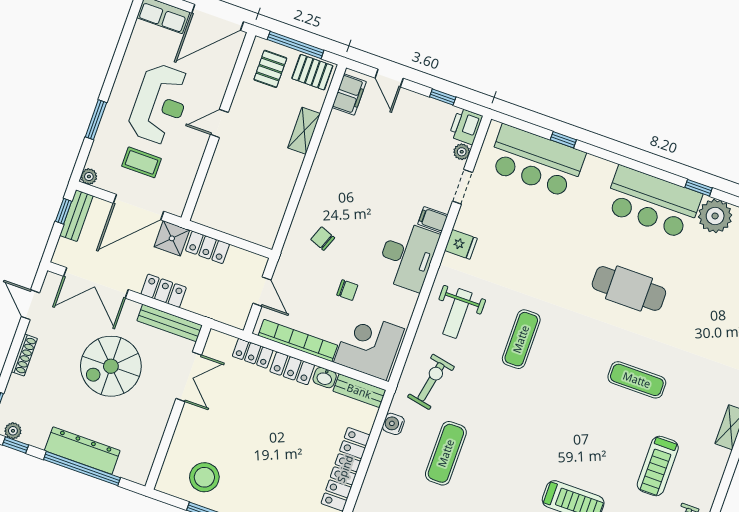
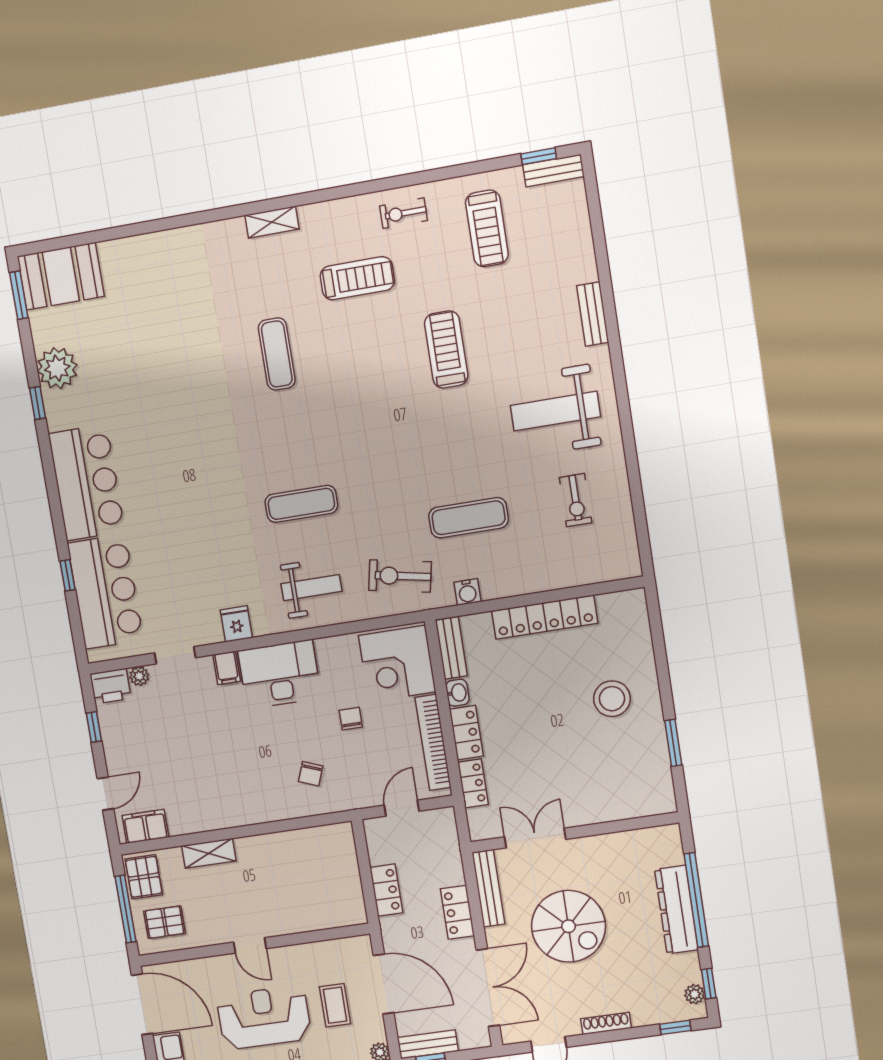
bar counter: (653, 202) -> (87, 483), moved
shower: (172, 238) -> (397, 932), removed
cafe table: (629, 288) -> (184, 418), removed
stool: (204, 477) -> (612, 699), moved

